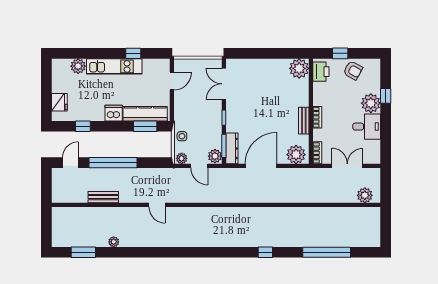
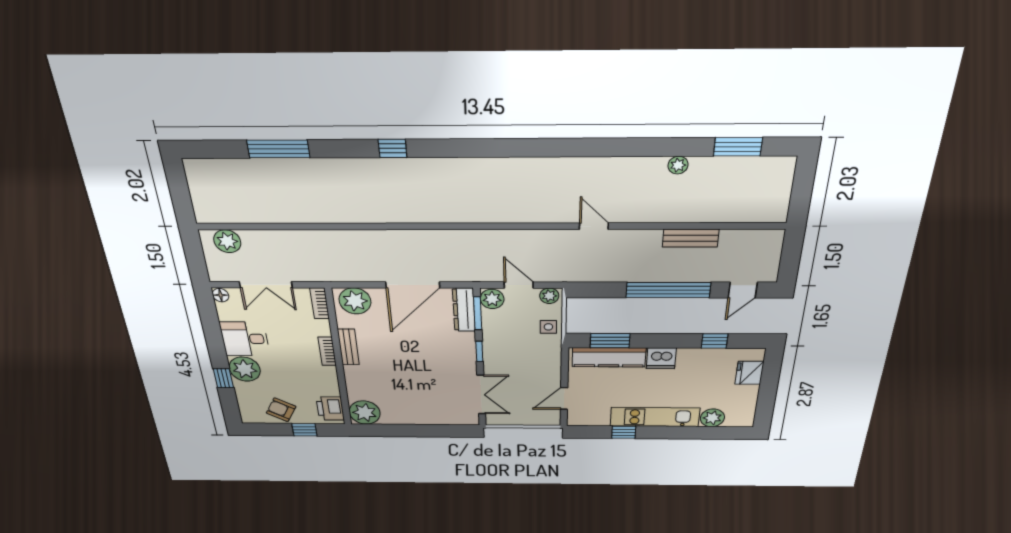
floor lamp: (376, 158) -> (221, 295), added
window: (327, 252) -> (278, 149), width x0.68

